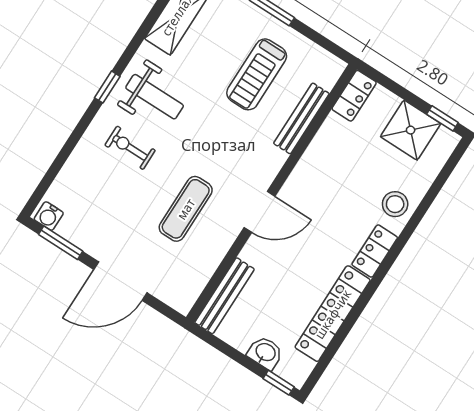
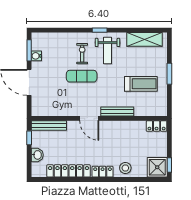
treadmill: (257, 74) -> (141, 84), turned 180
bench: (301, 118) -> (117, 112), moved
shower: (411, 130) -> (157, 167), moved
exercise mat: (186, 209) -> (82, 76), moved
water cooler: (49, 216) -> (36, 56), moved
window: (279, 383) -> (29, 138), moved

